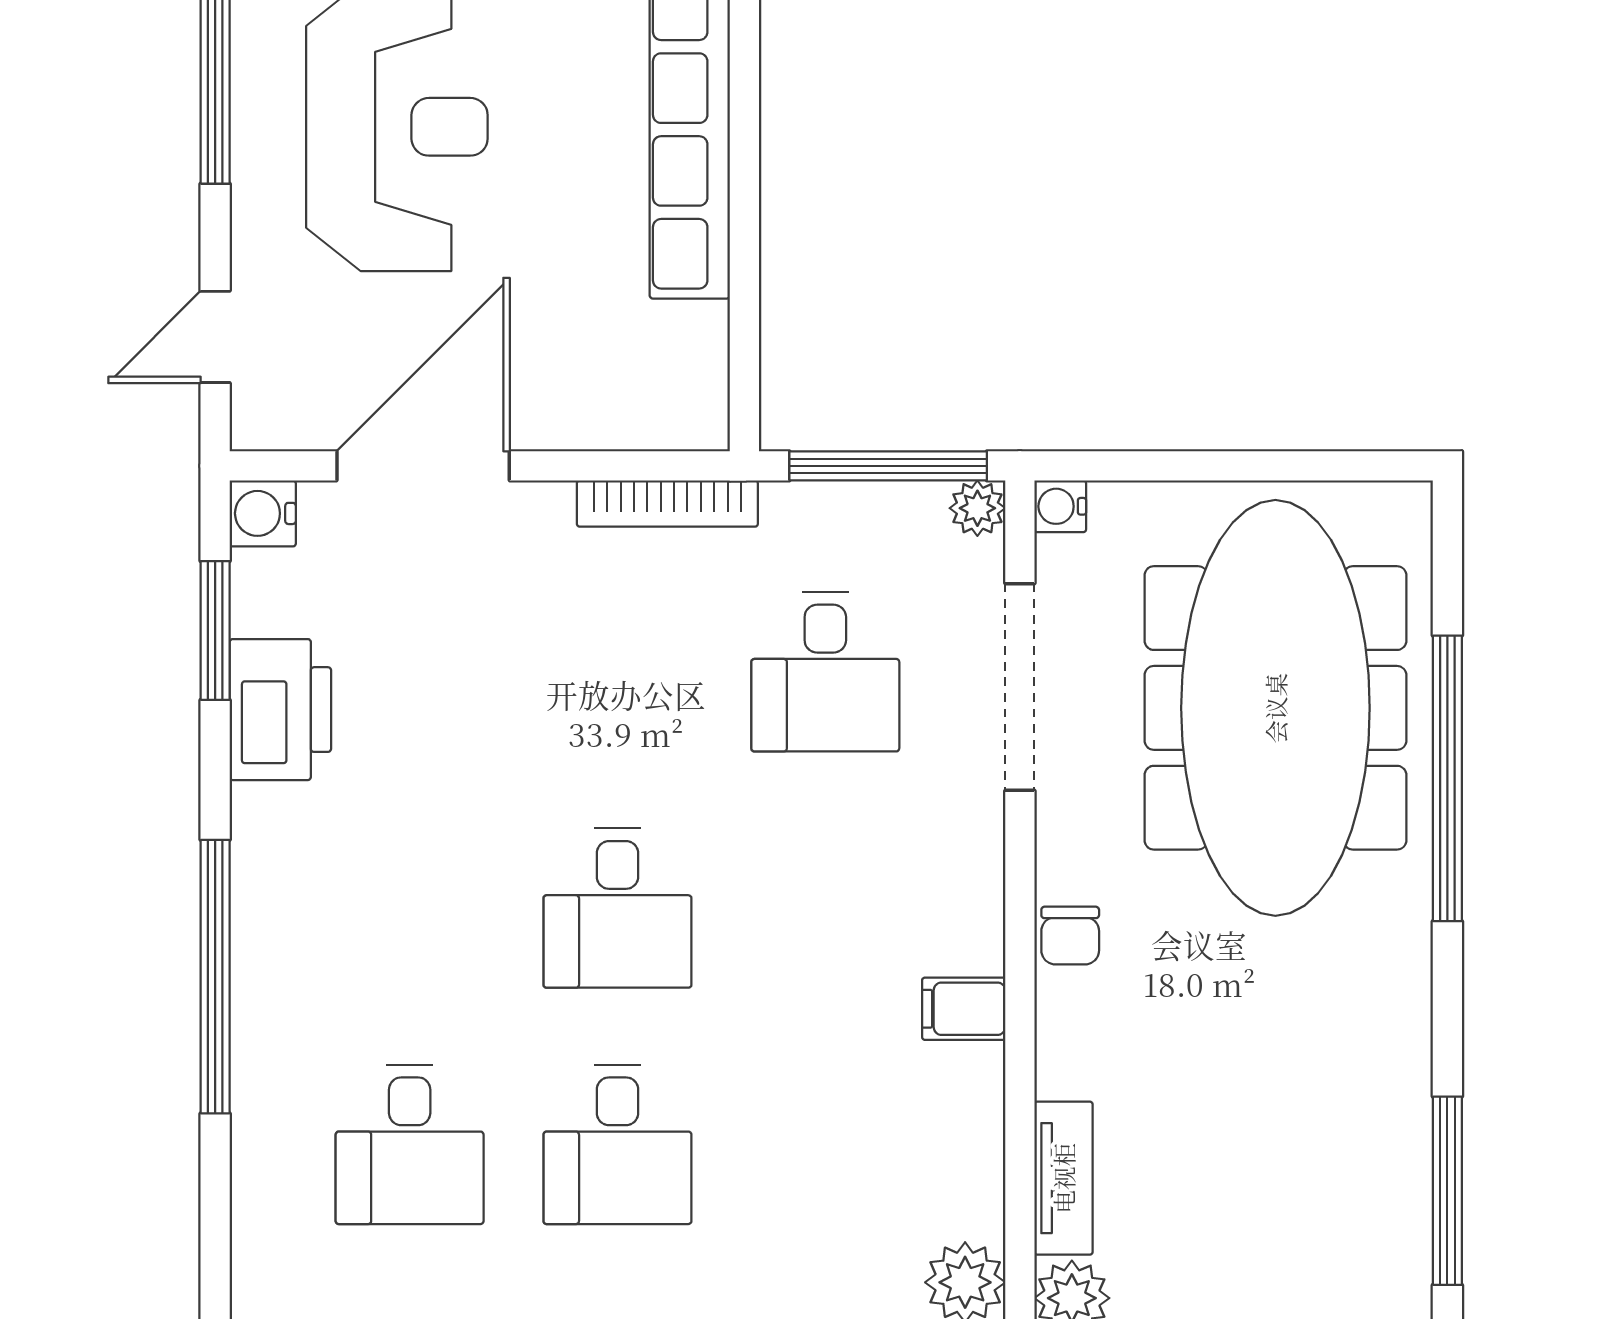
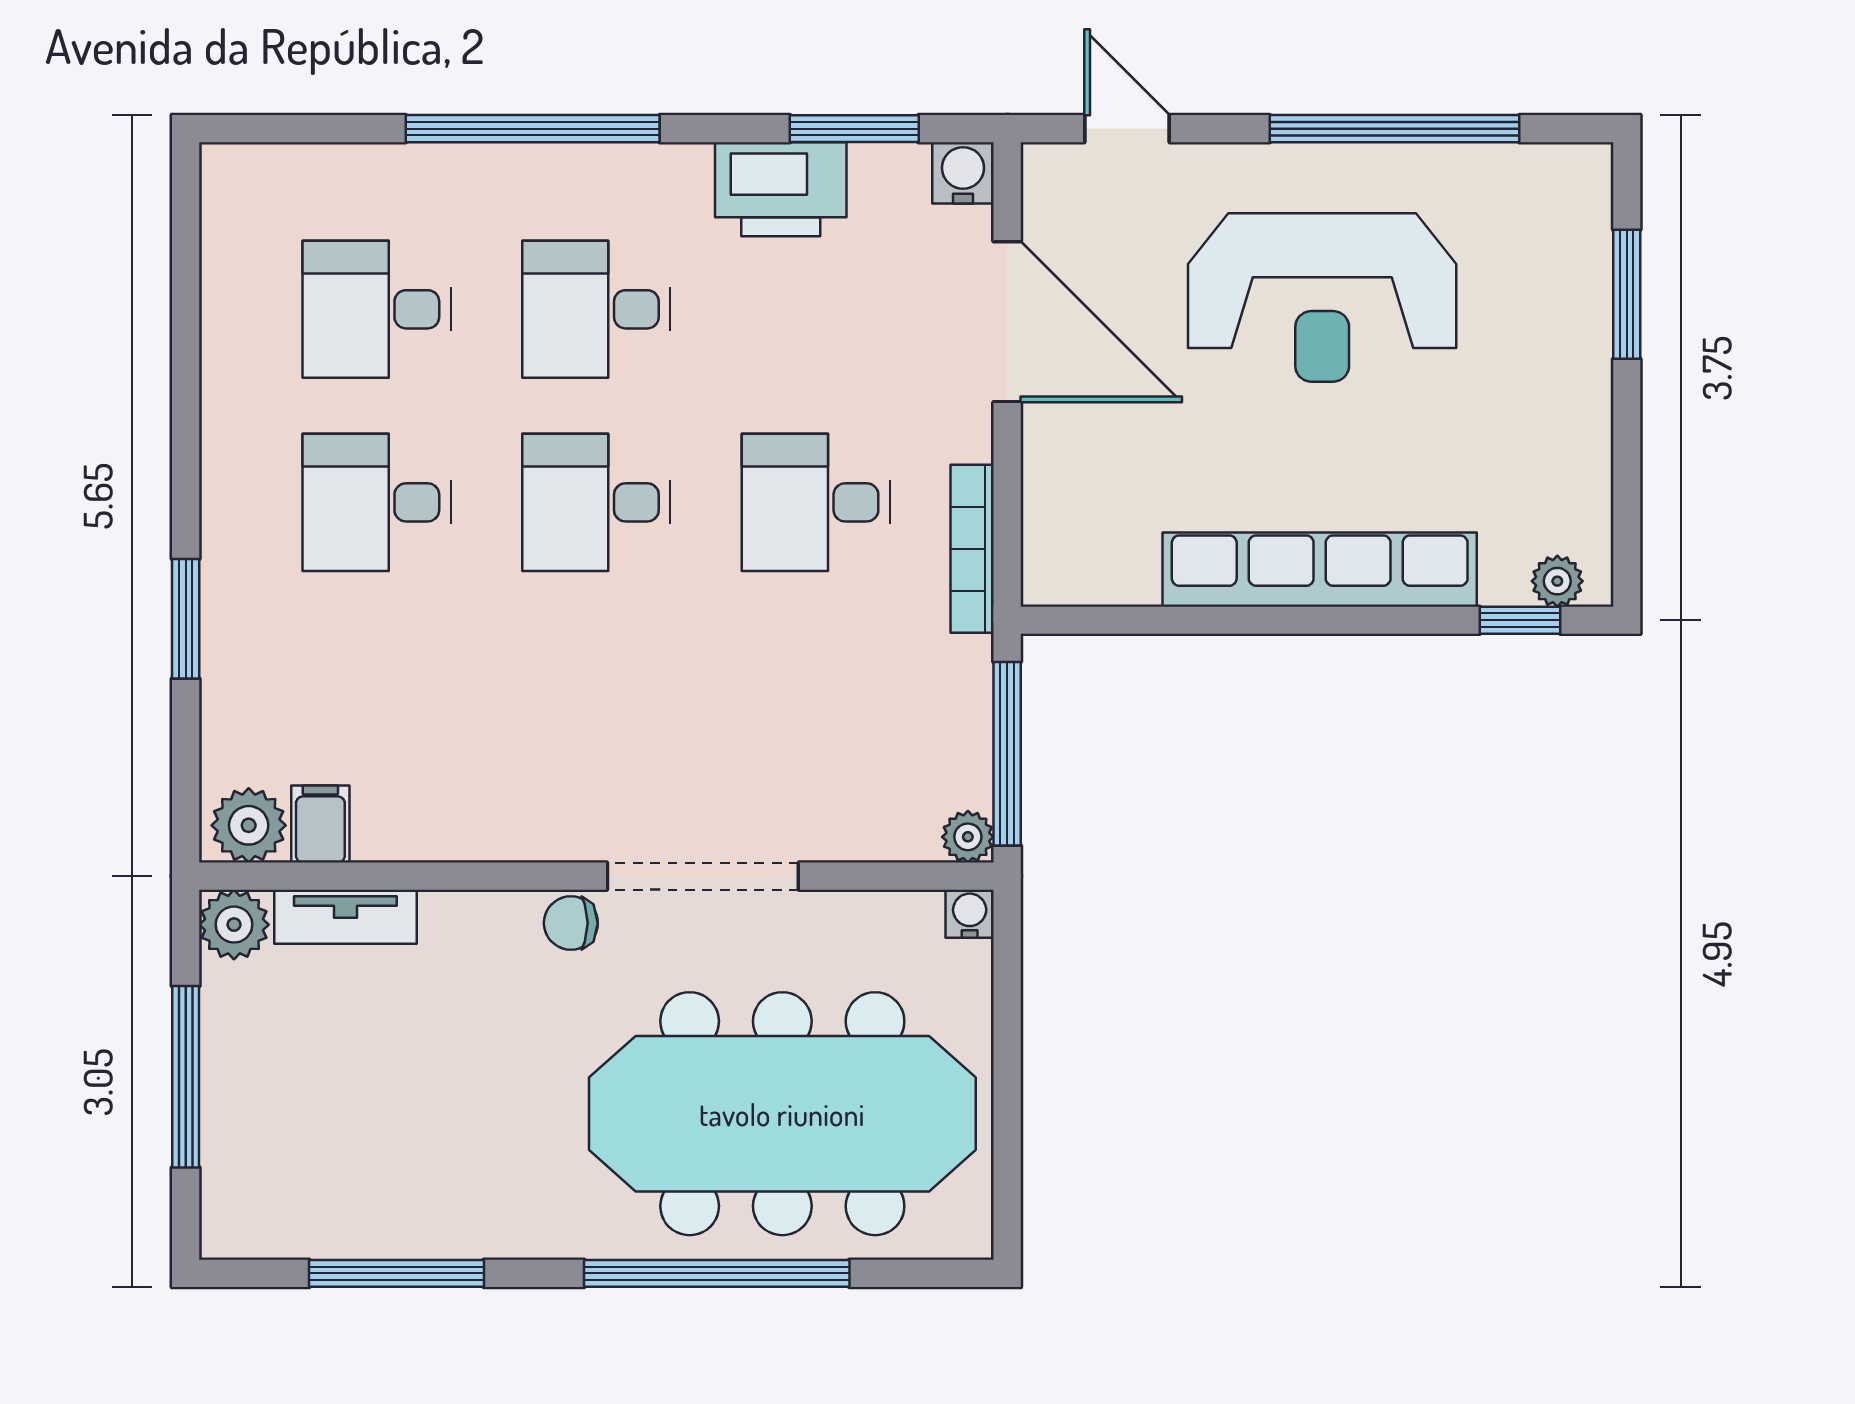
desk: (825, 672) -> (816, 502), moved
doorway: (1020, 687) -> (703, 876), moved
desk: (410, 908) -> (596, 309), added
filing cabinet: (964, 1009) -> (320, 824), moved
window: (1447, 1191) -> (397, 1273), moved

